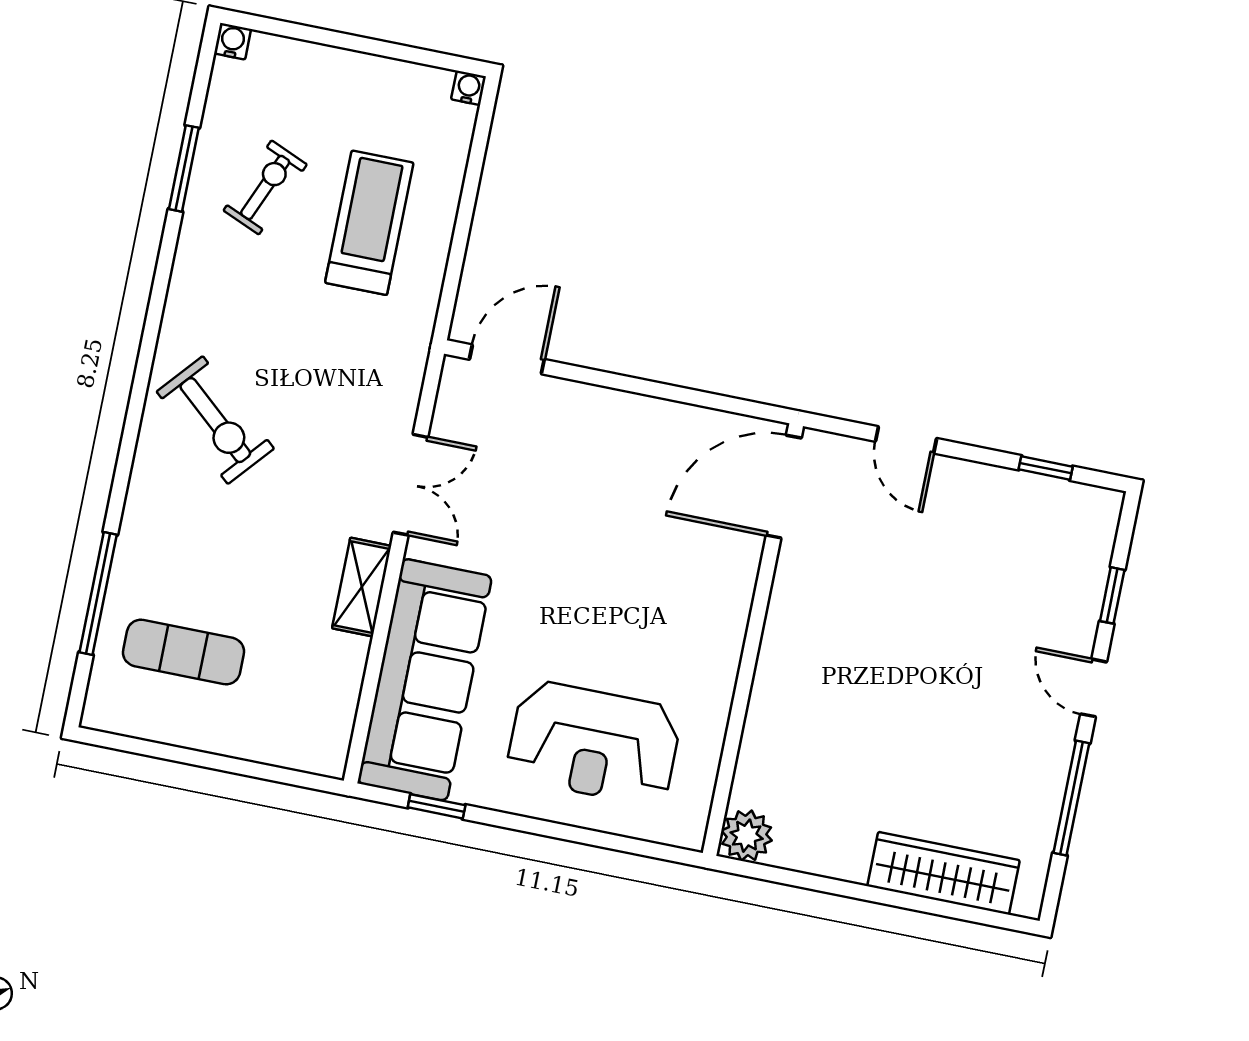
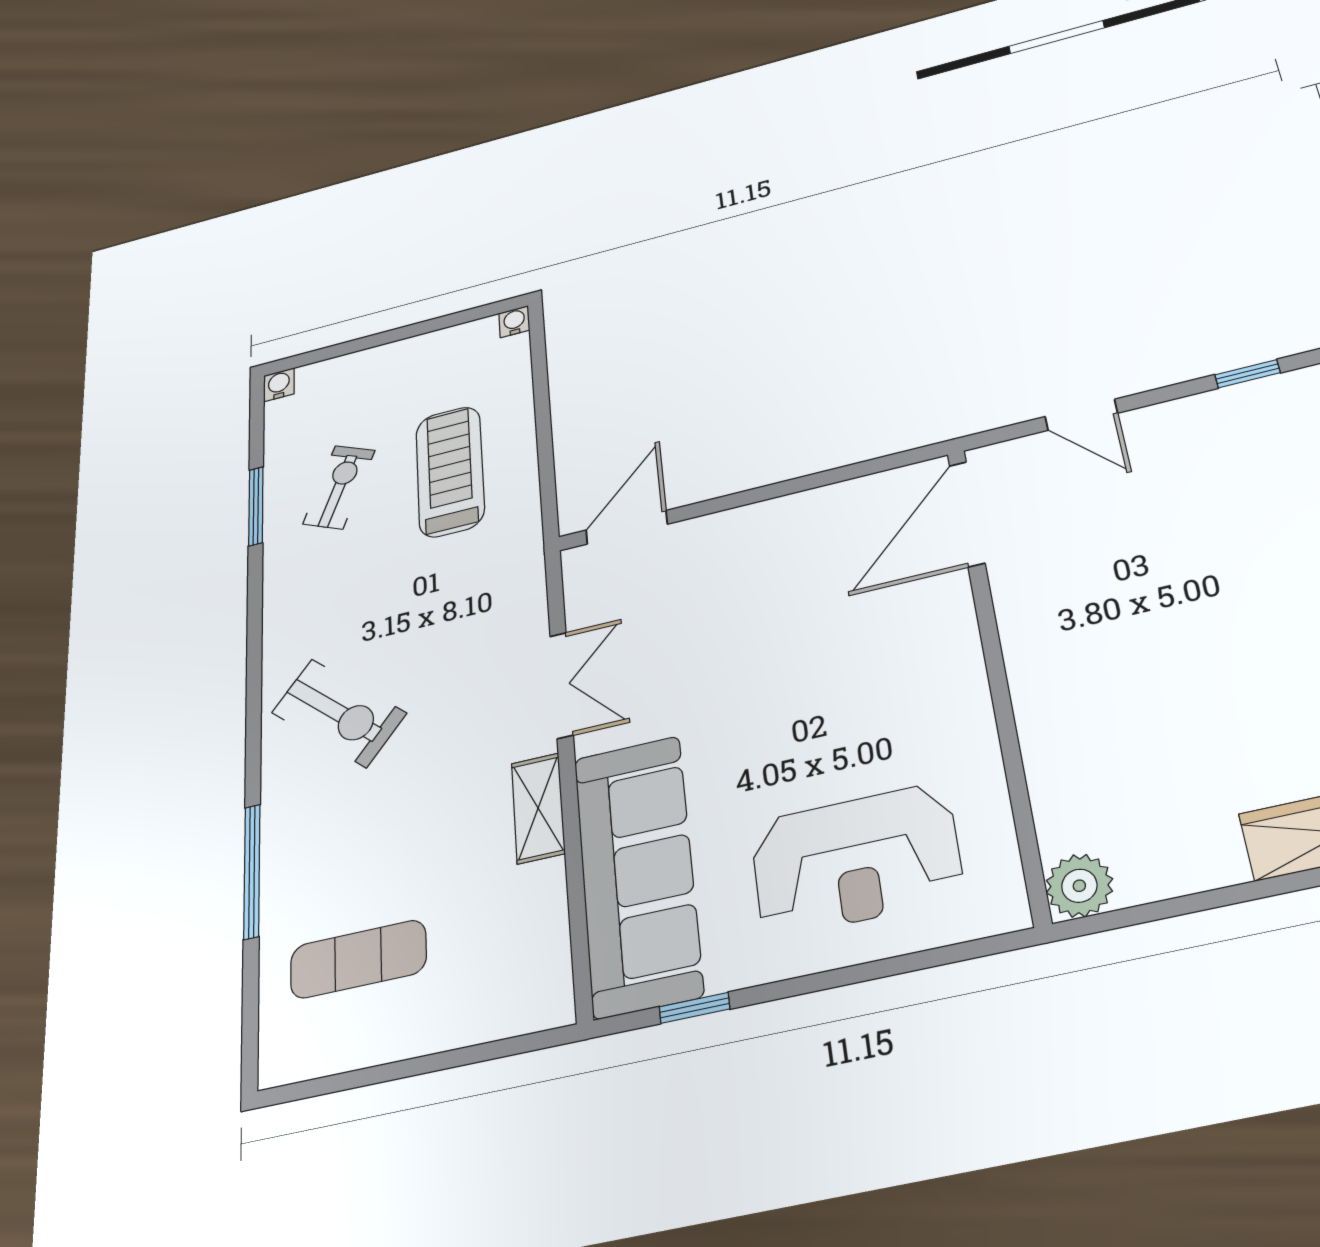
window: (98, 594) -> (252, 871), moved

